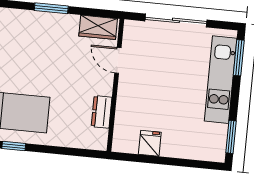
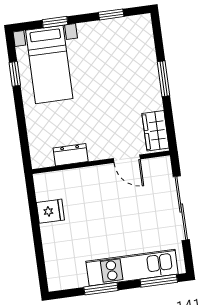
door: (118, 60) -> (127, 159), swing flipped
window: (231, 137) -> (101, 289), moved

